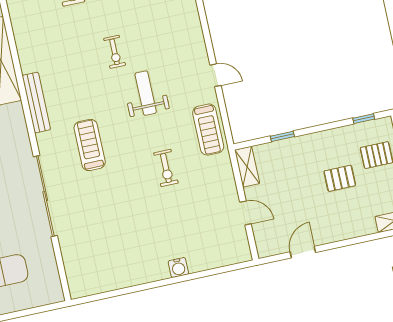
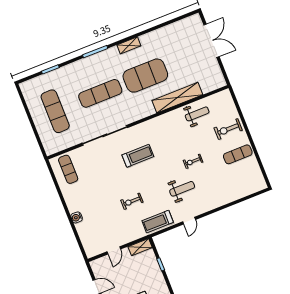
weight bench: (34, 31) -> (197, 114), added
weight bench: (146, 93) -> (182, 189), moved
bench: (36, 103) -> (157, 122), removed
exercise mat: (93, 269) -> (68, 169), added

